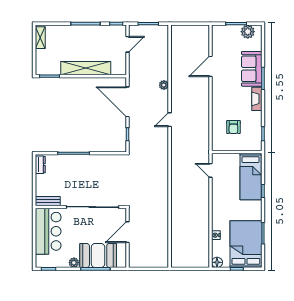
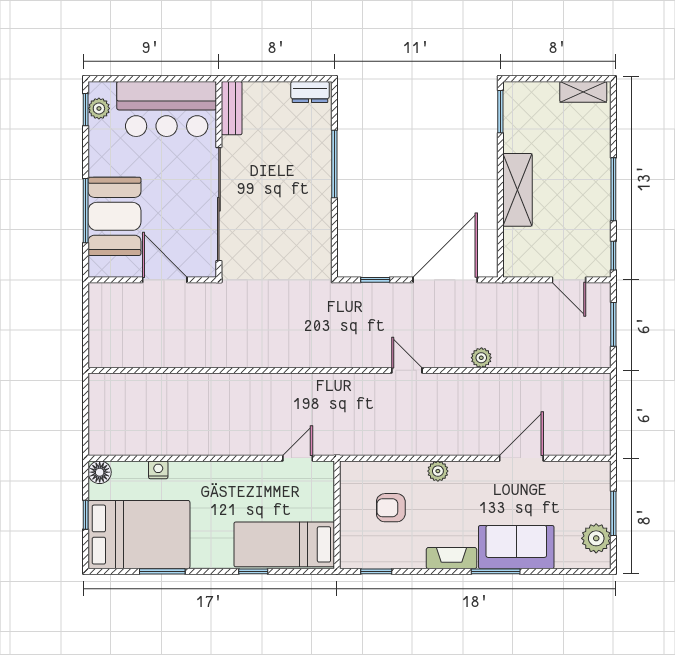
door: (210, 66) -> (521, 458), hinge flipped
shelving: (86, 68) -> (517, 190), width x0.68
plant: (216, 105) -> (438, 471), added
plant: (74, 263) -> (99, 108), moved

